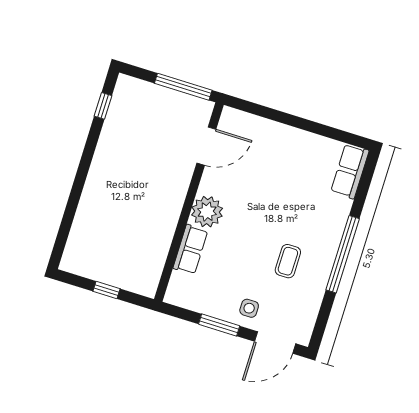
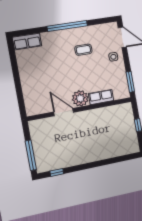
window: (183, 87) -> (31, 155), moved
door: (206, 146) -> (64, 112), moved
window: (219, 325) -> (130, 82), moved

